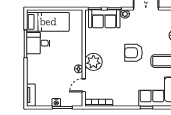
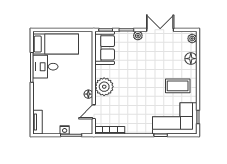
sofa: (104, 19) -> (105, 48), moved, turned -90
armchair: (134, 53) -> (147, 77), removed

